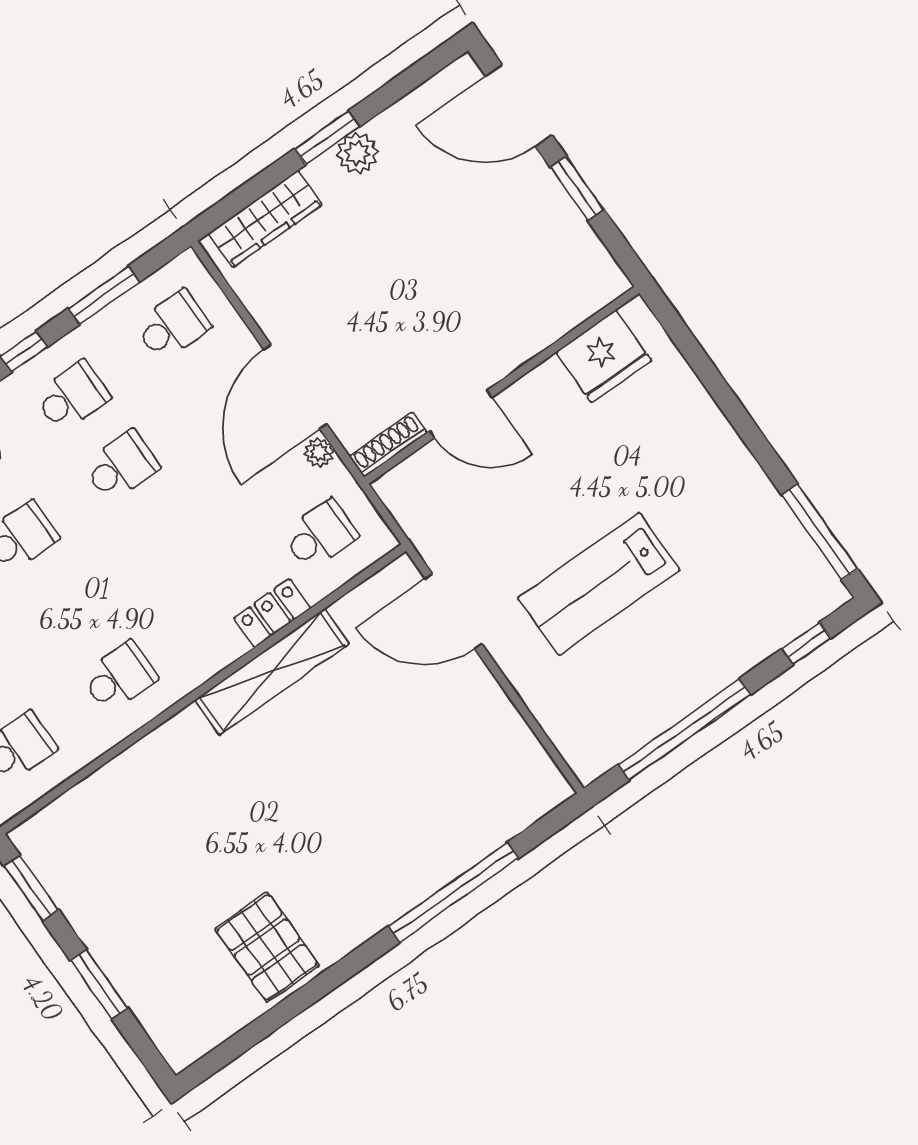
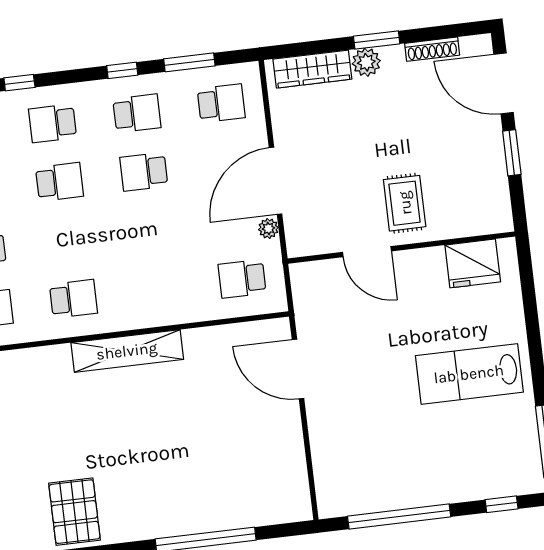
plant: (357, 153) -> (366, 62), moved
rug: (475, 326) -> (405, 203), added
shoe rack: (388, 445) -> (432, 49), moved, turned 180
school desk: (121, 466) -> (144, 172), turned 180
school desk: (320, 535) -> (242, 279), turned 180
lab bench: (599, 584) -> (469, 374), moved
locker: (272, 613) -> (187, 311), removed
shelving: (272, 672) -> (127, 351), moved

